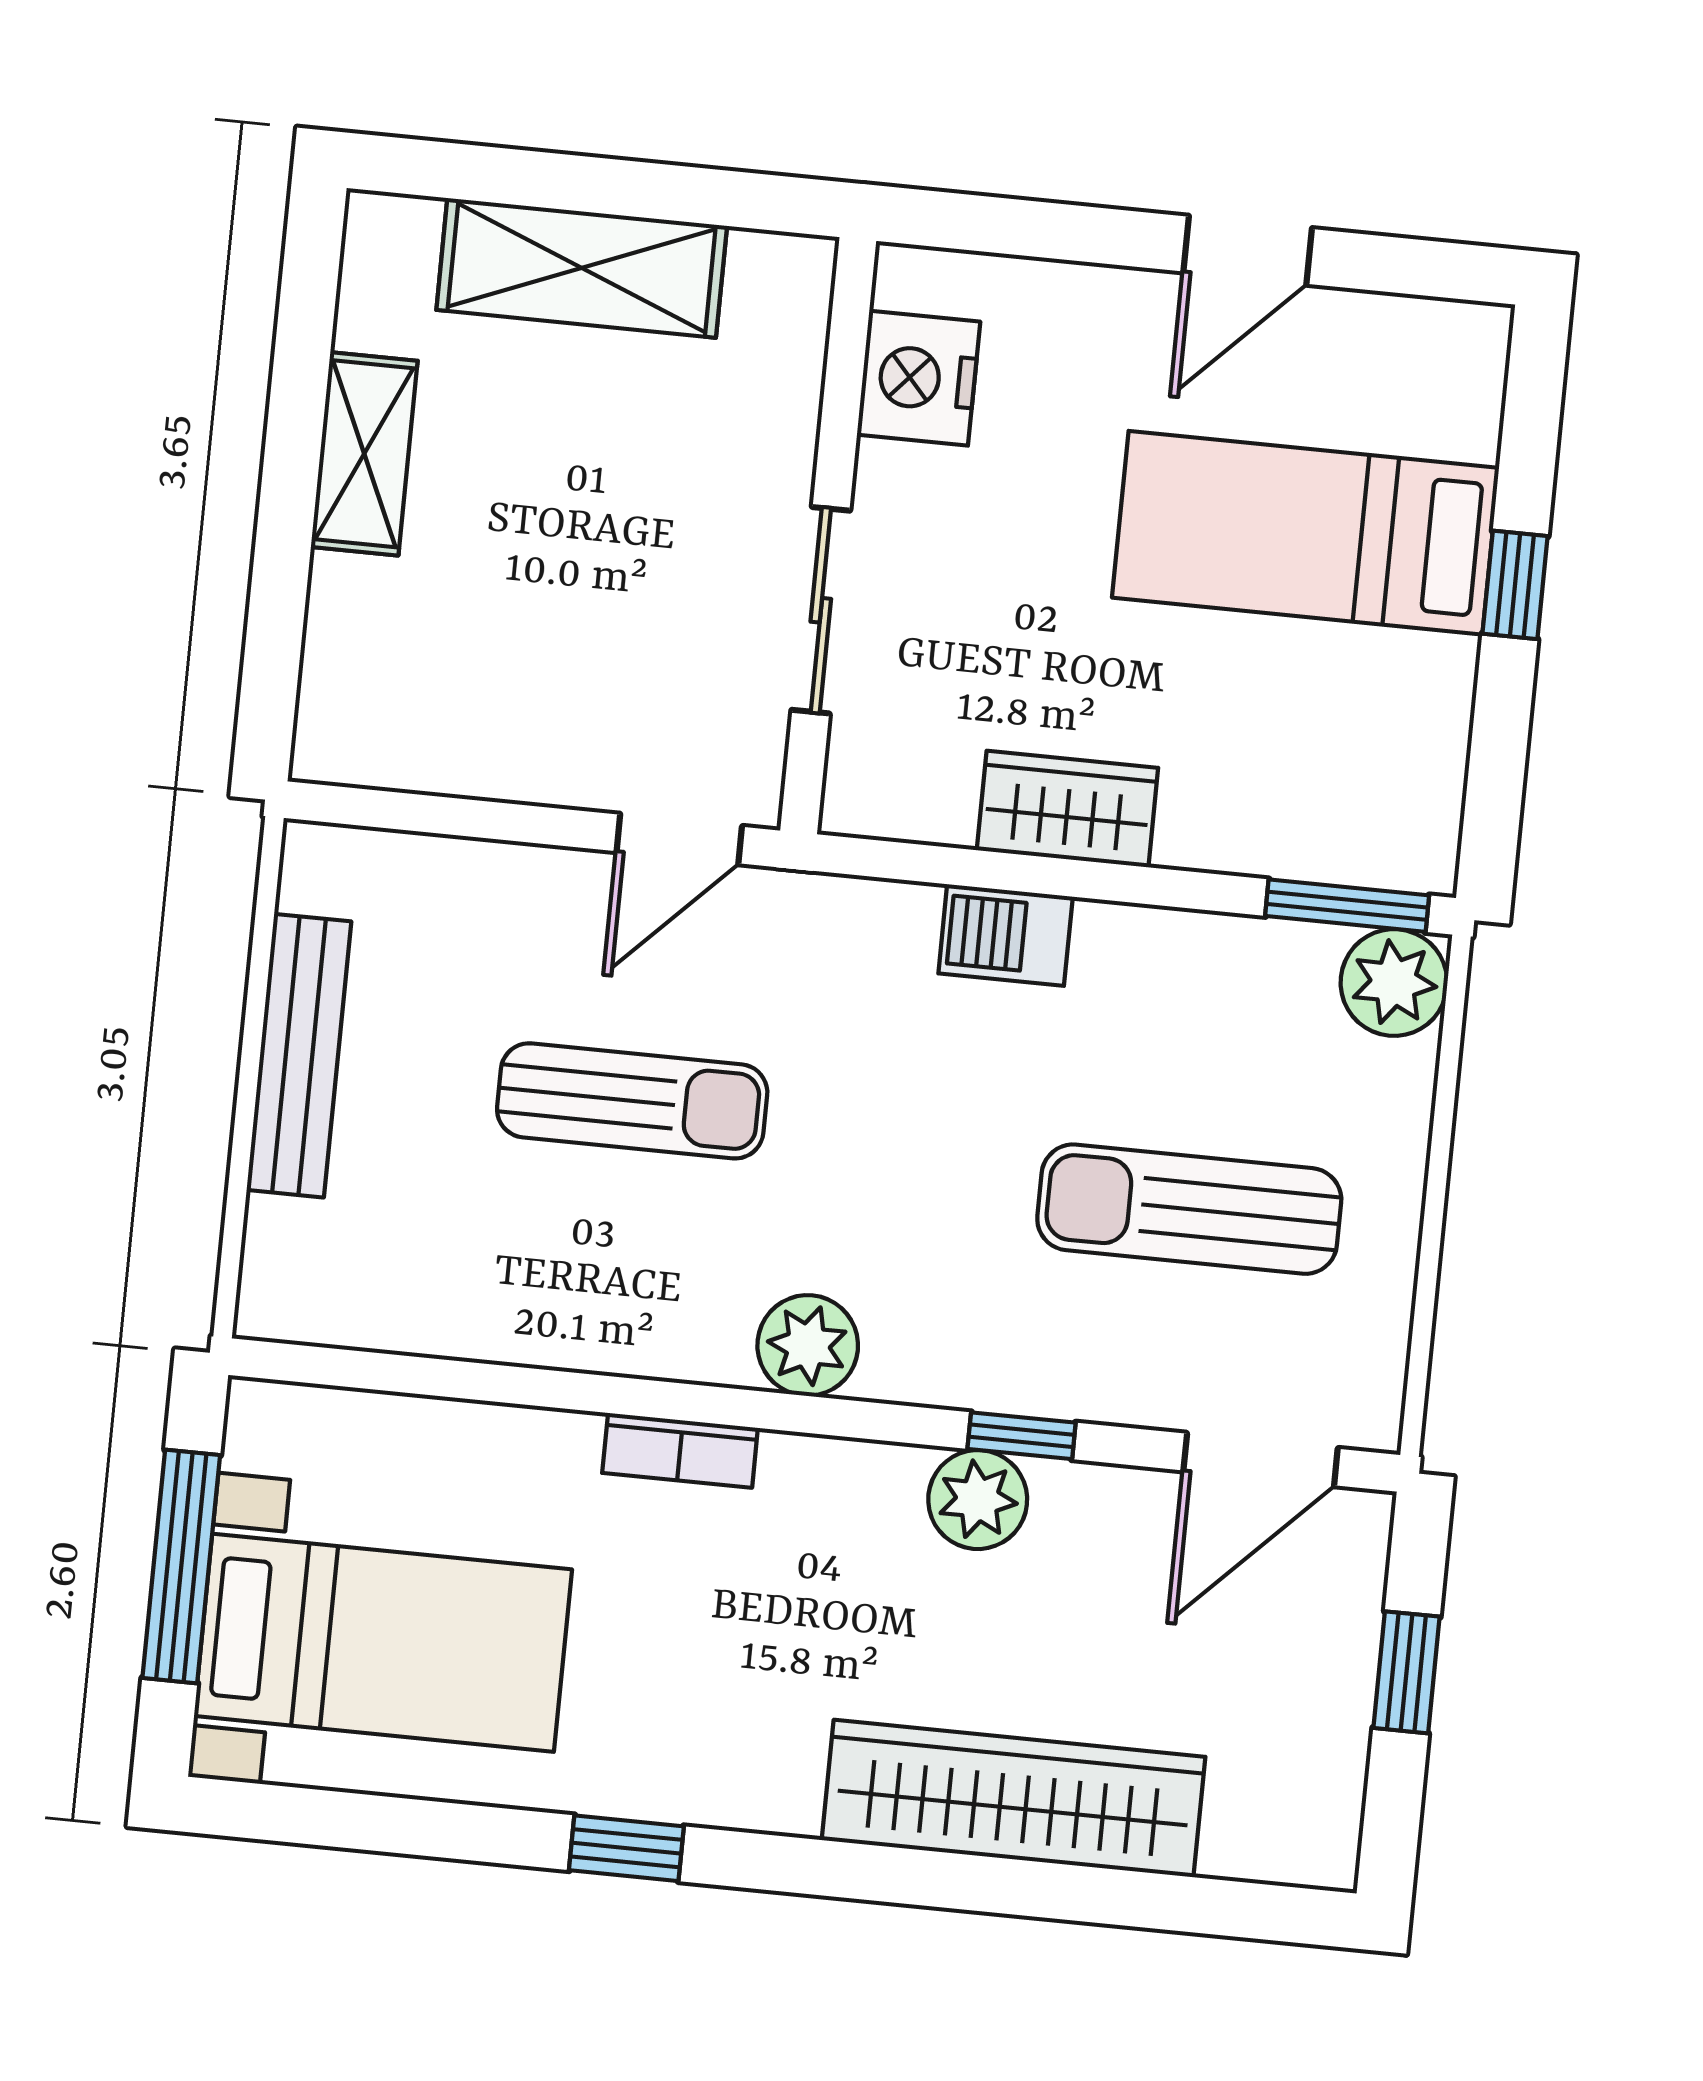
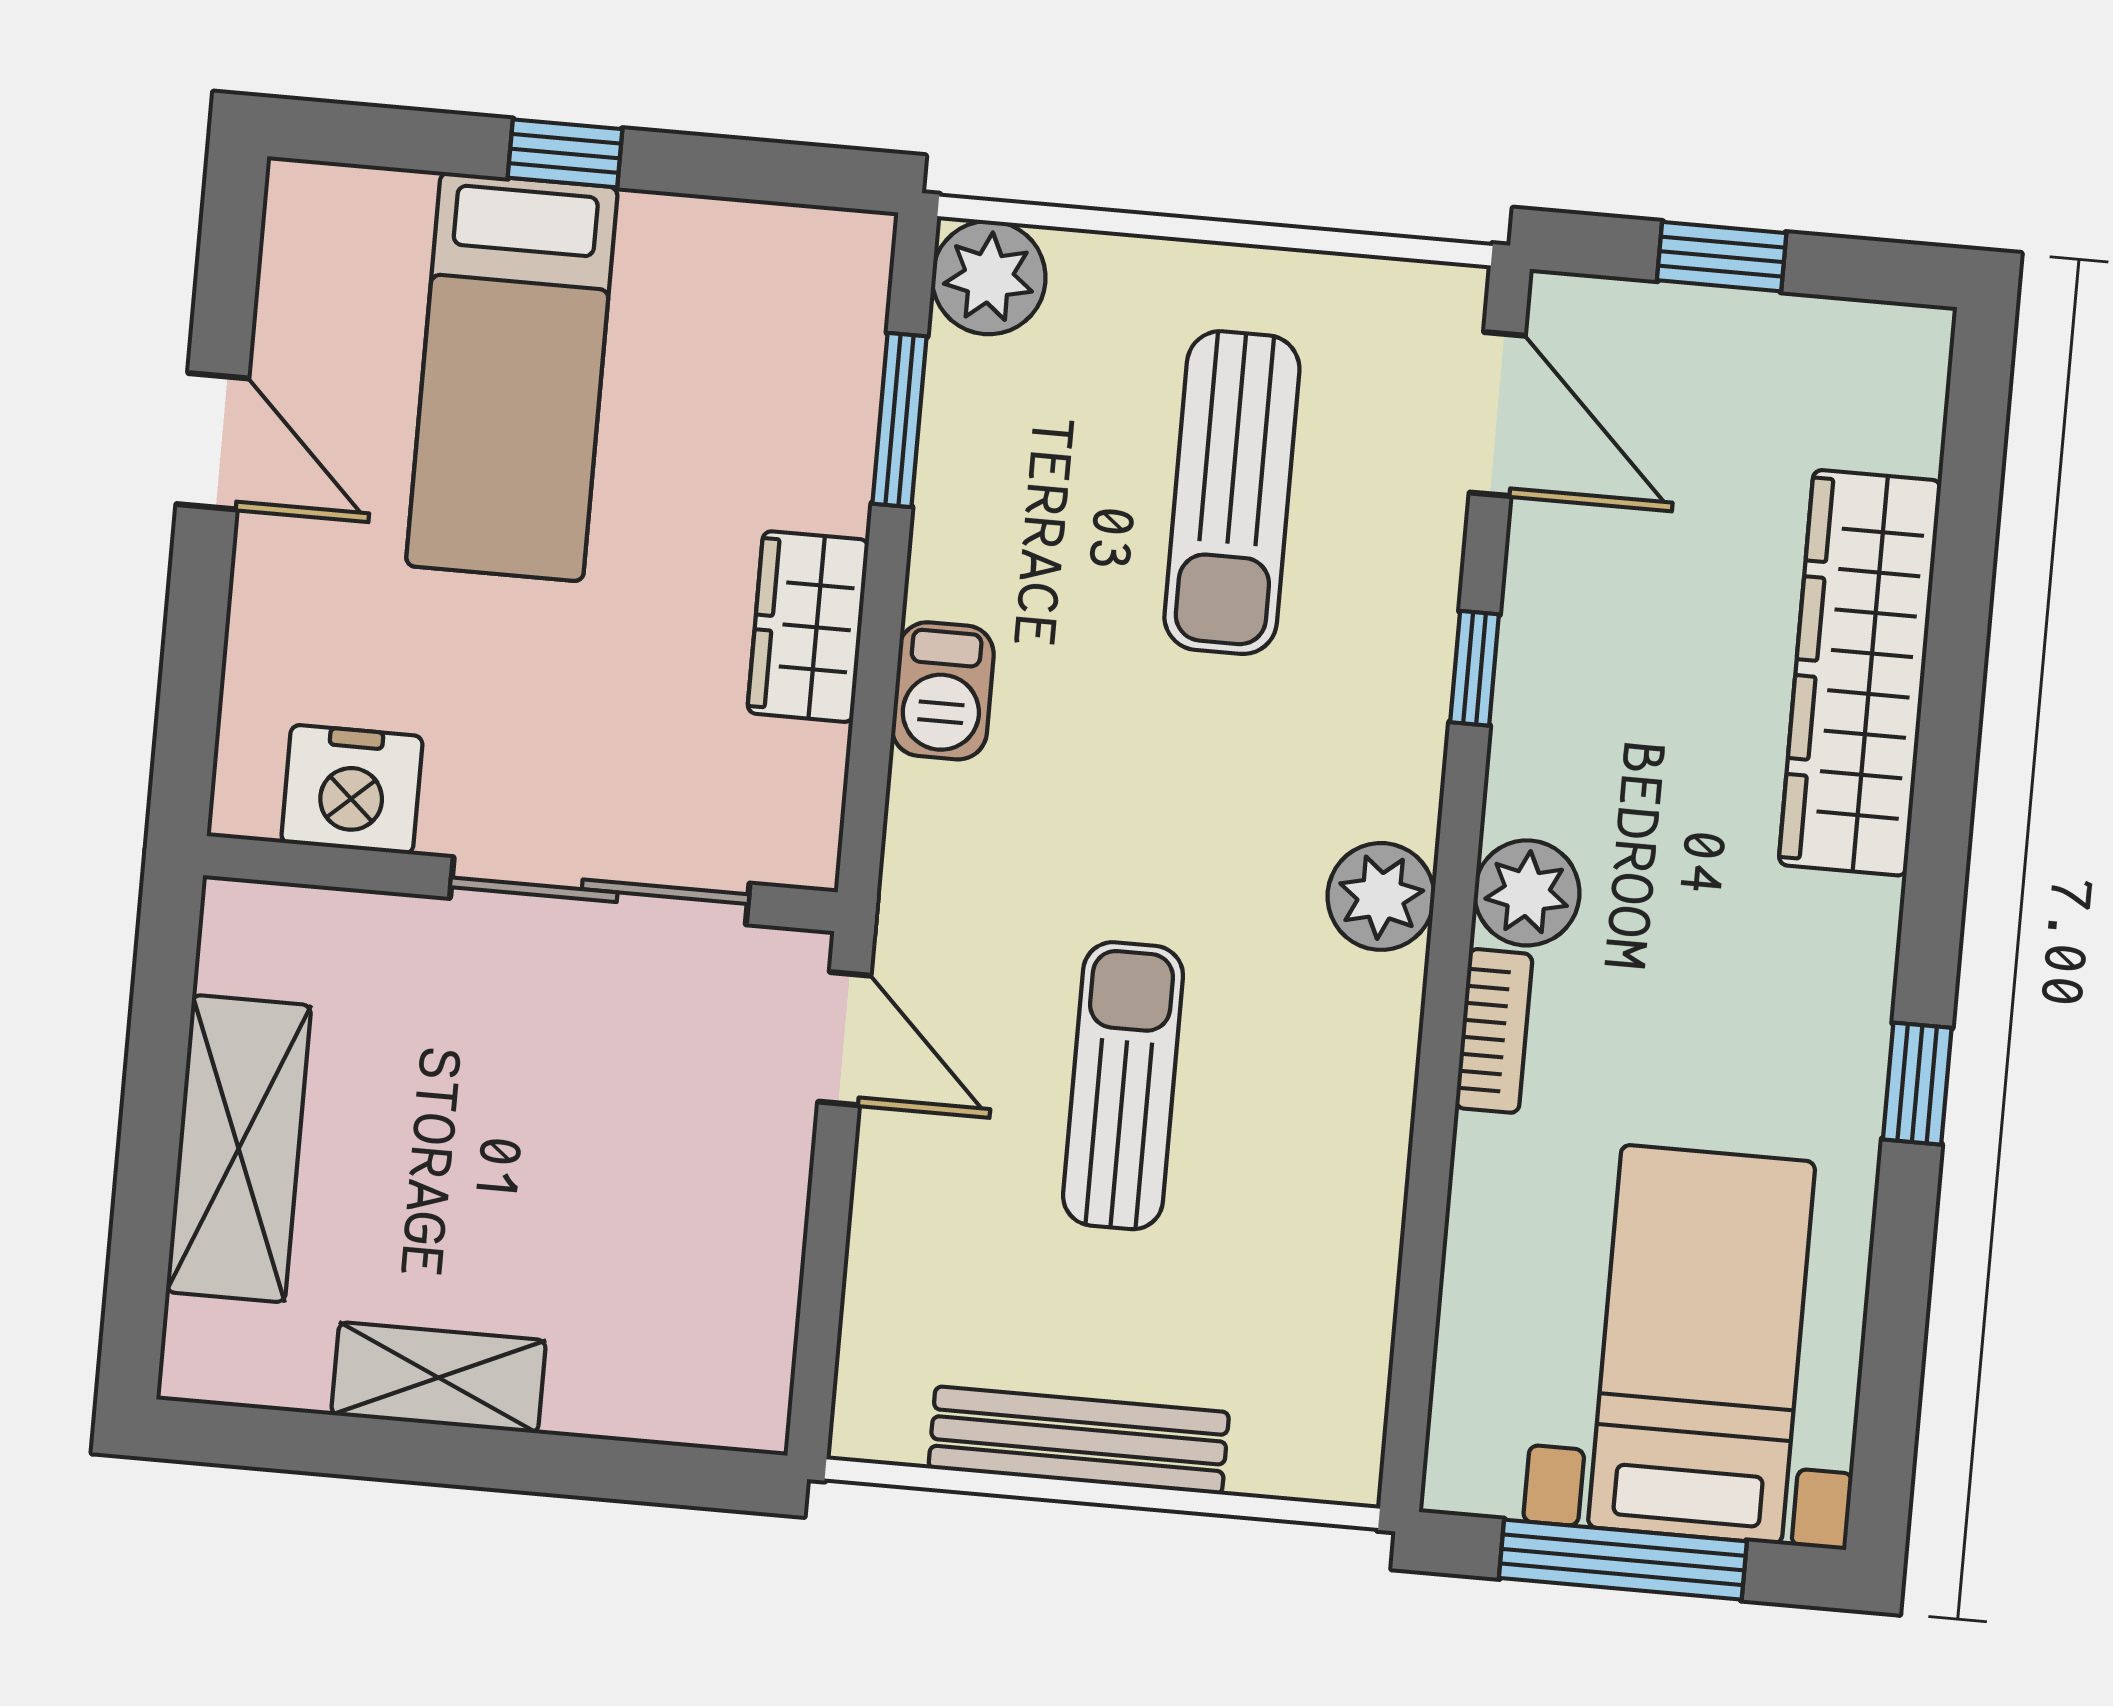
sliding door: (821, 610) -> (600, 891), width x1.37
window: (1347, 906) -> (900, 420), moved
plant: (978, 1500) -> (1527, 893), moved

